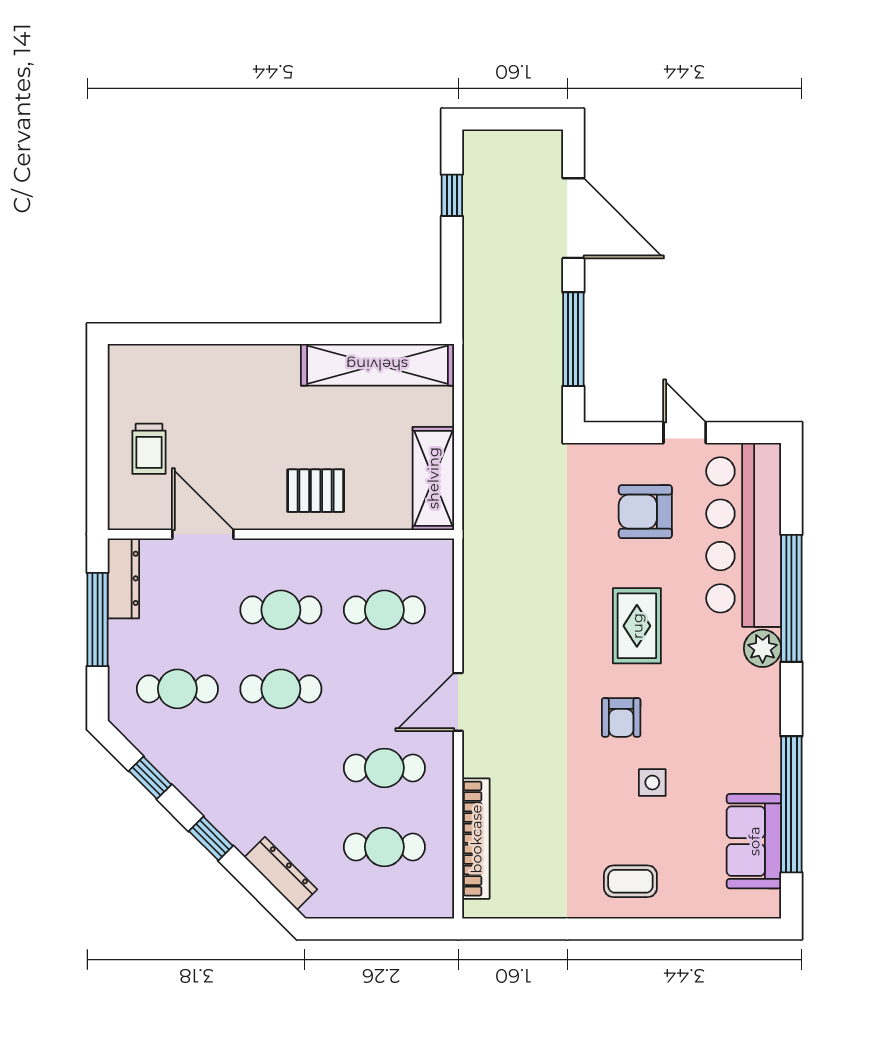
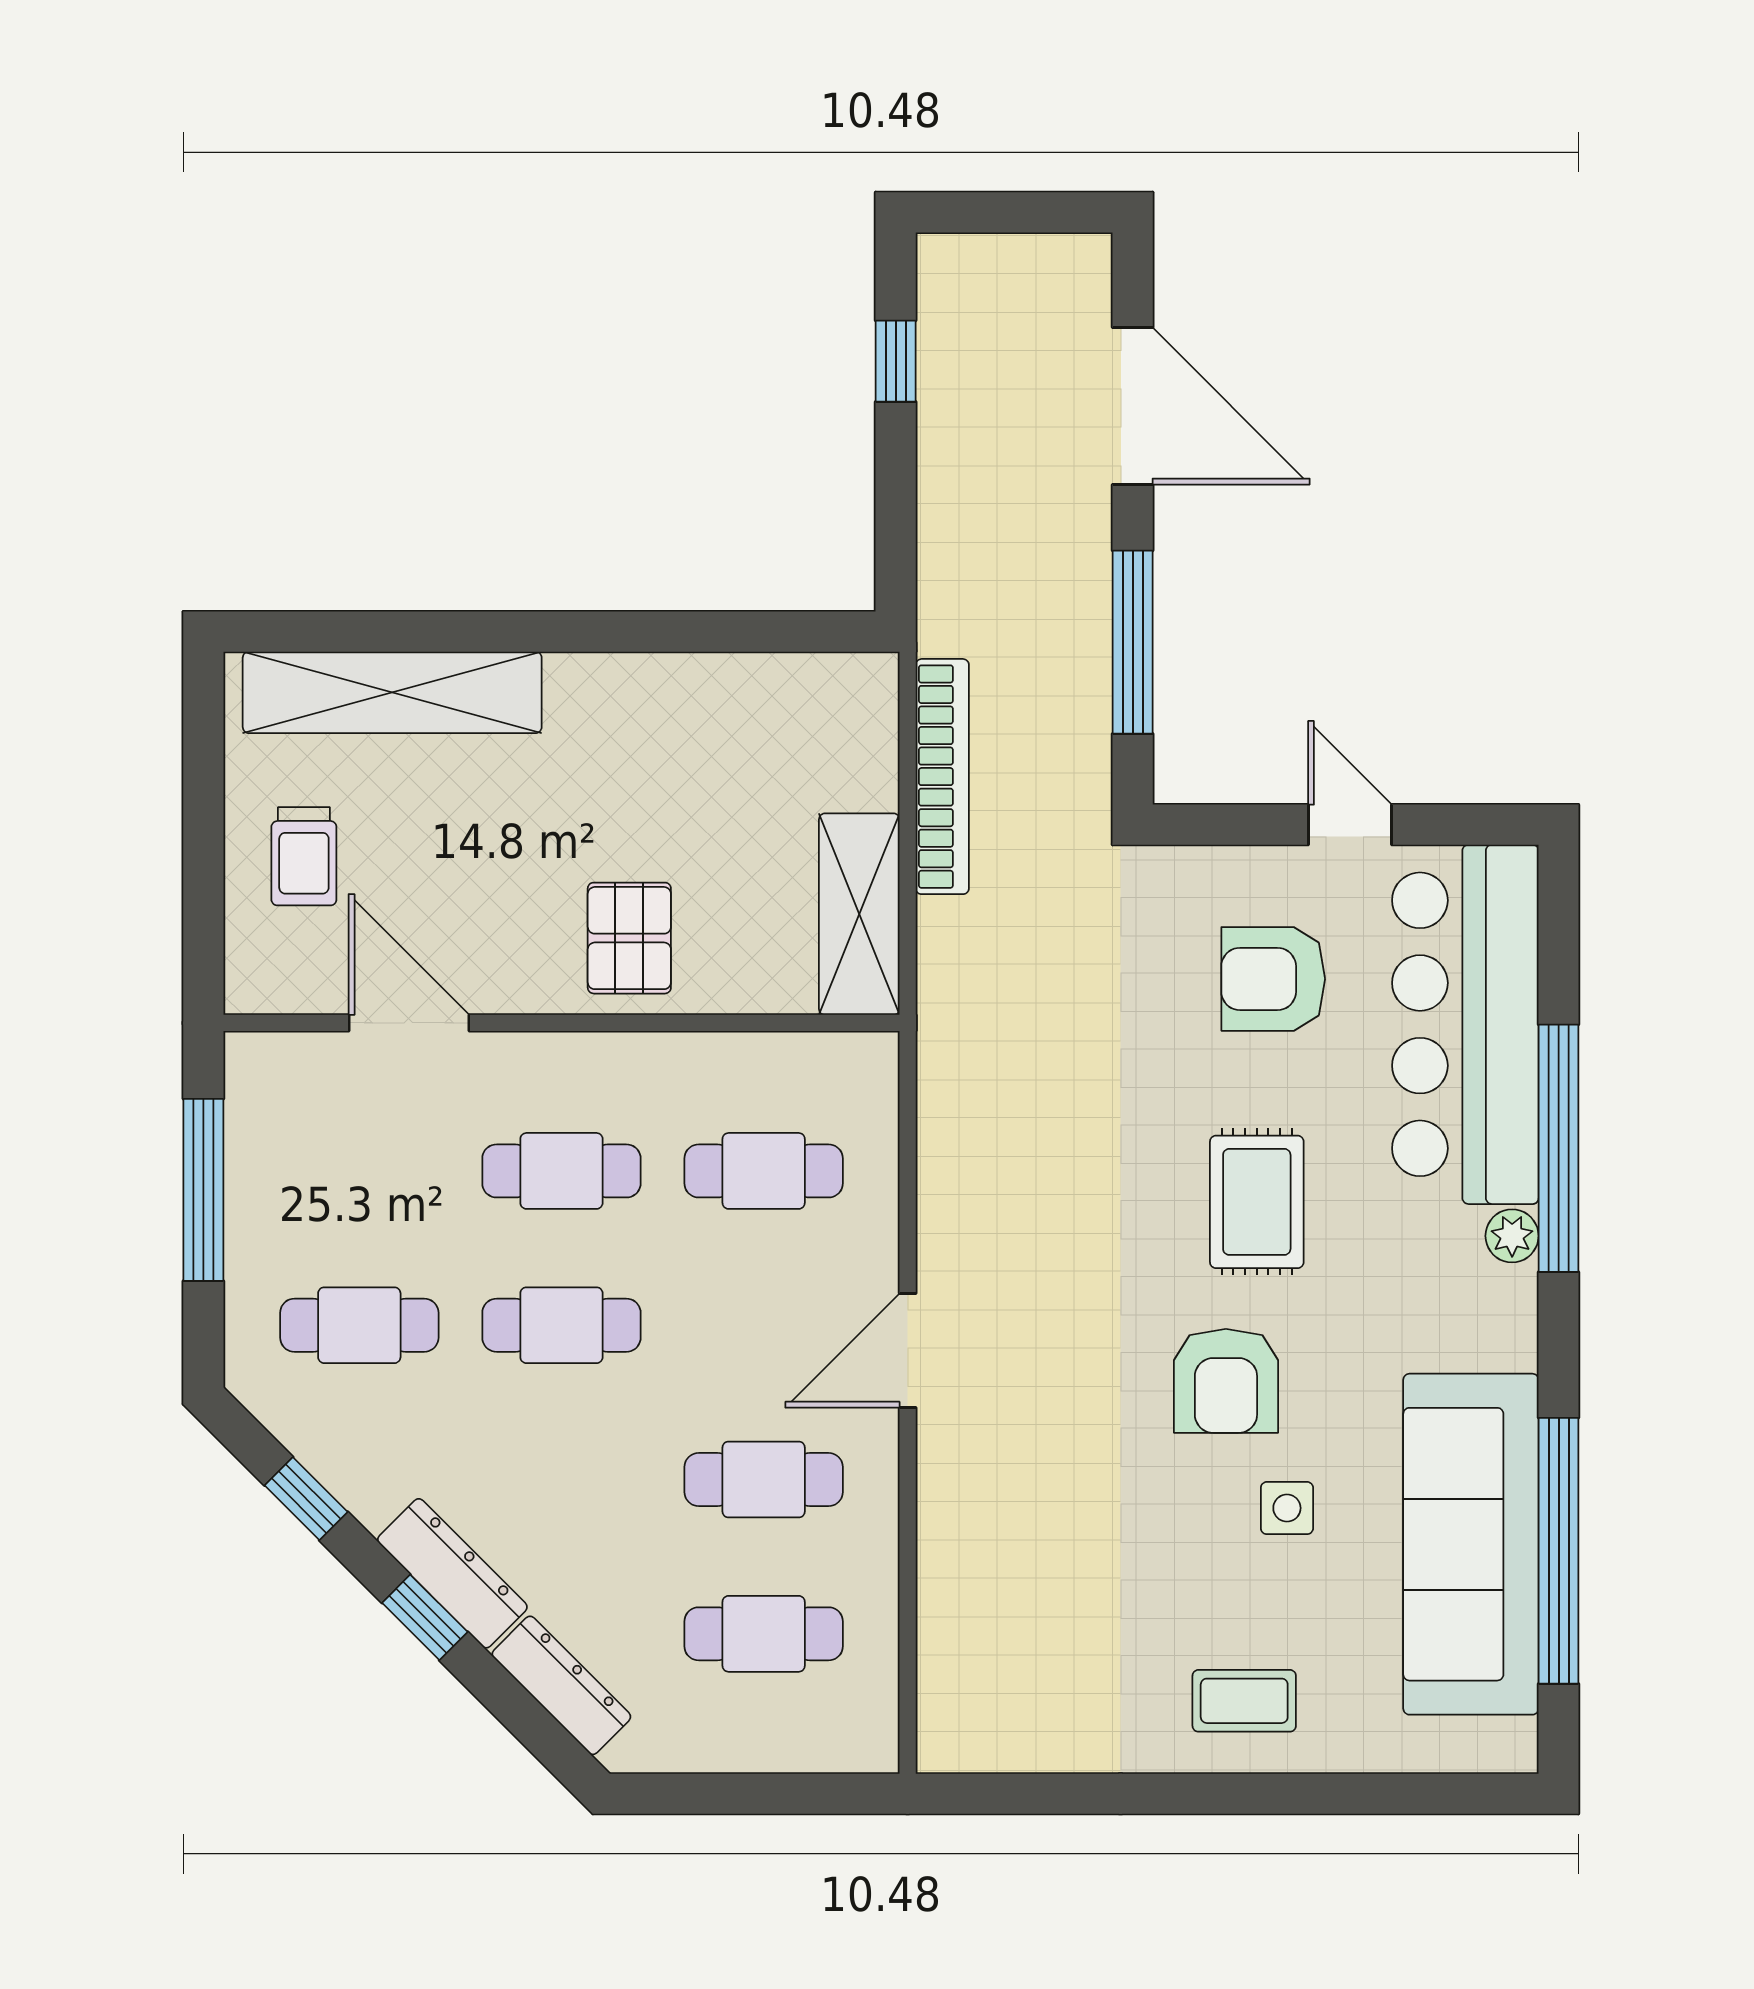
shelving: (377, 365) -> (392, 692), moved
pallet: (316, 491) -> (629, 938), turned 90
dresser: (123, 578) -> (452, 1573), moved, turned -45
plant: (763, 648) -> (1512, 1236), width x0.73, depth x0.73
armchair: (621, 717) -> (1226, 1381), width x1.38, depth x1.38
bookcase: (476, 839) -> (942, 777), moved
sofa: (754, 841) -> (1471, 1544), width x1.85, depth x1.27

